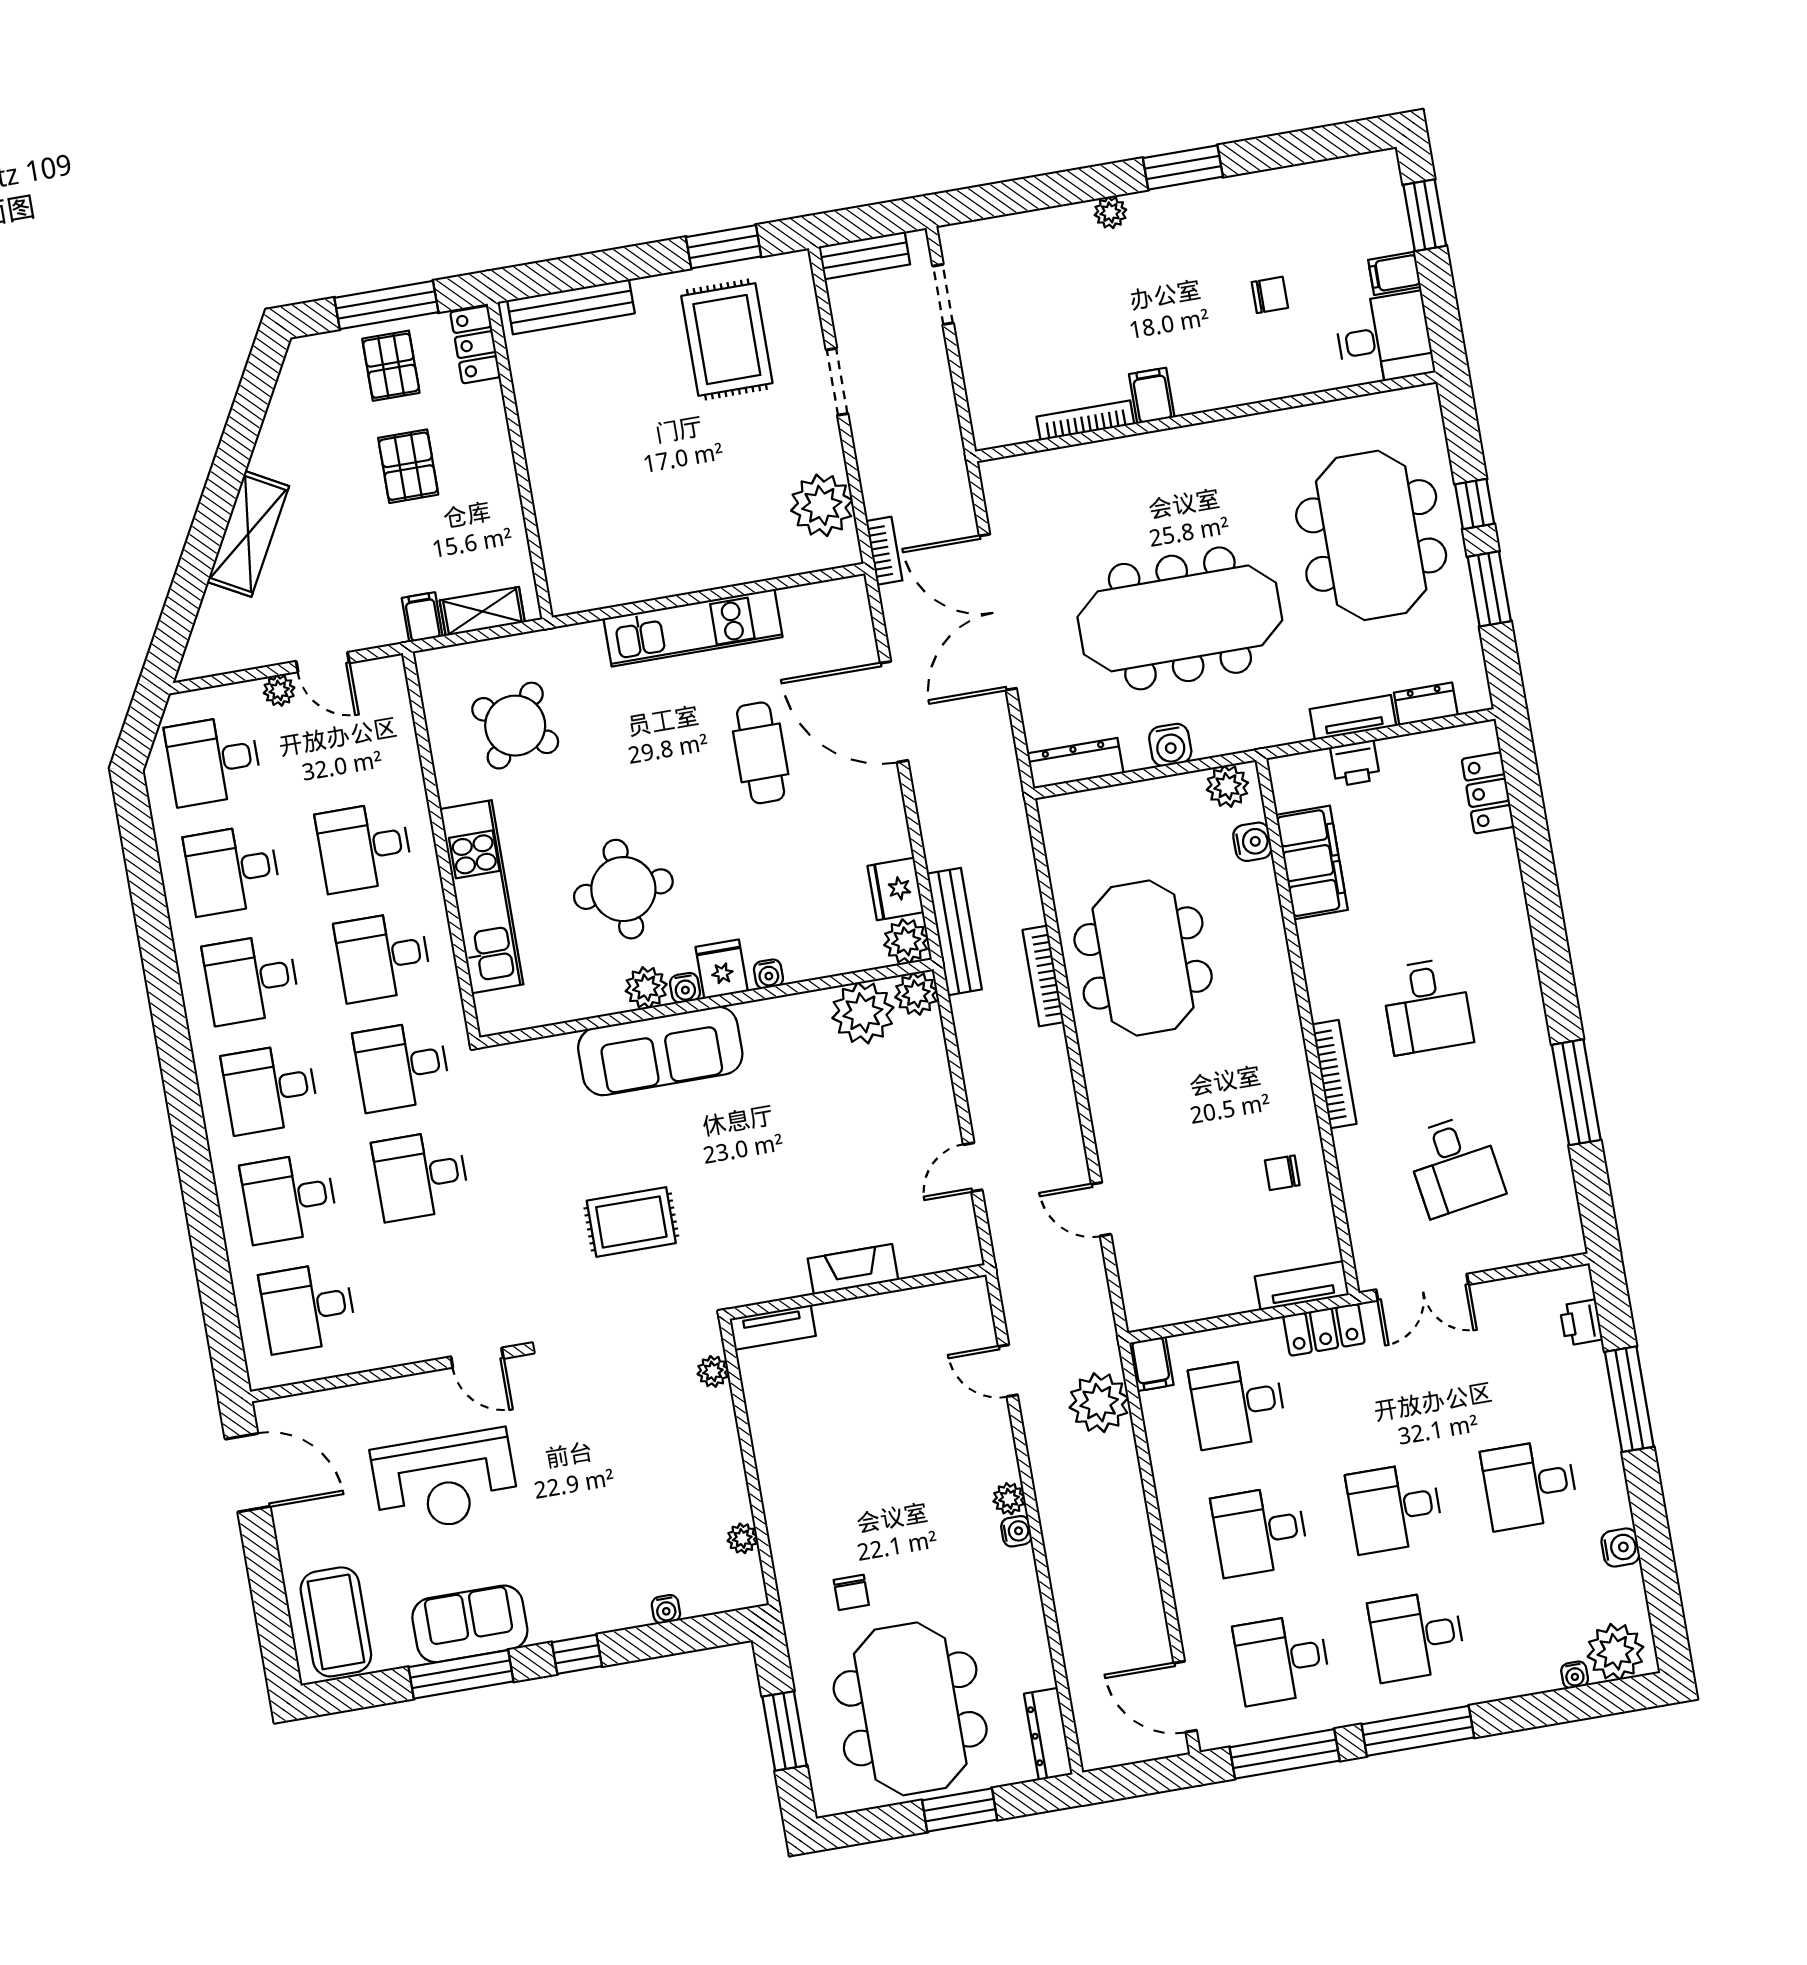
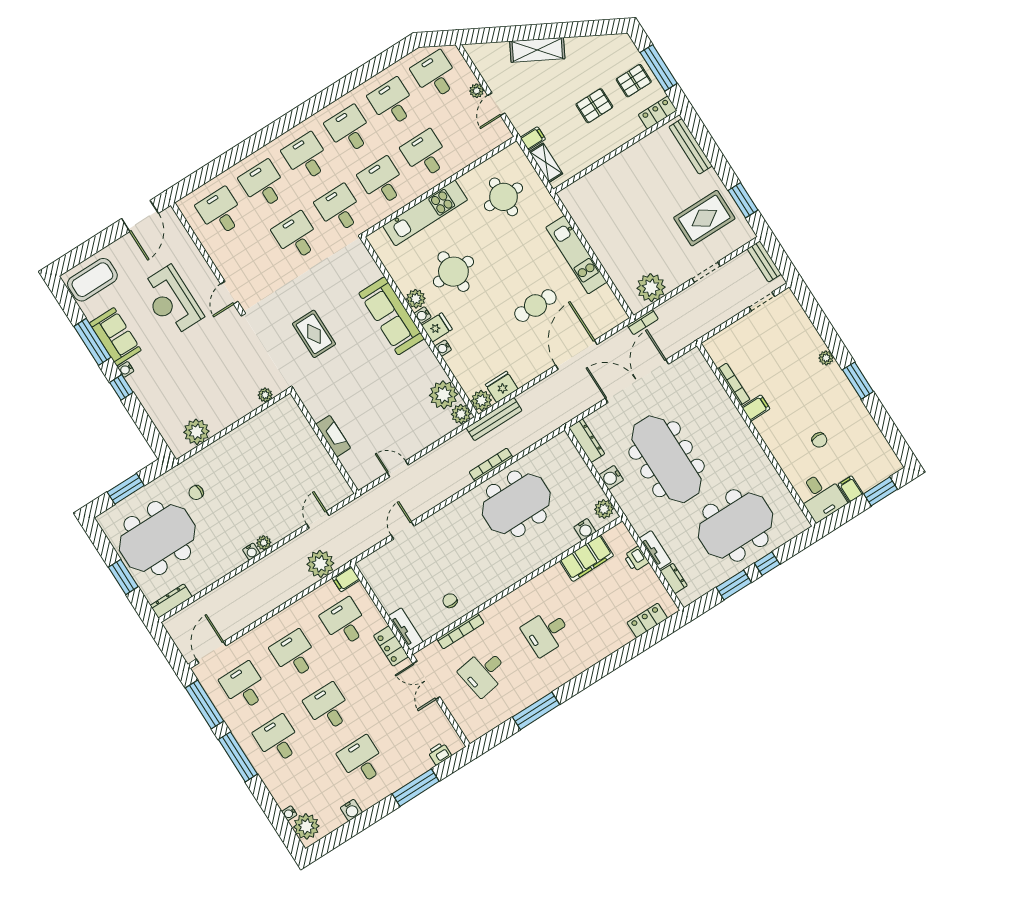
round table: (515, 726) -> (503, 197), turned -37
bookcase: (1334, 1074) -> (460, 631), moved
tv unit: (773, 1327) -> (294, 412), removed
plant: (742, 1538) -> (196, 432), width x1.87, depth x1.87
water cooler: (666, 1609) -> (126, 369), moved

